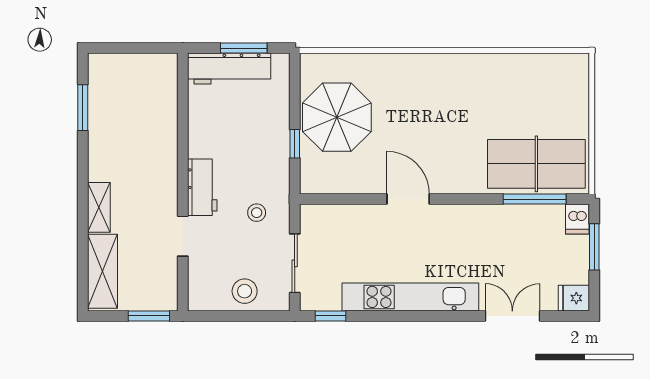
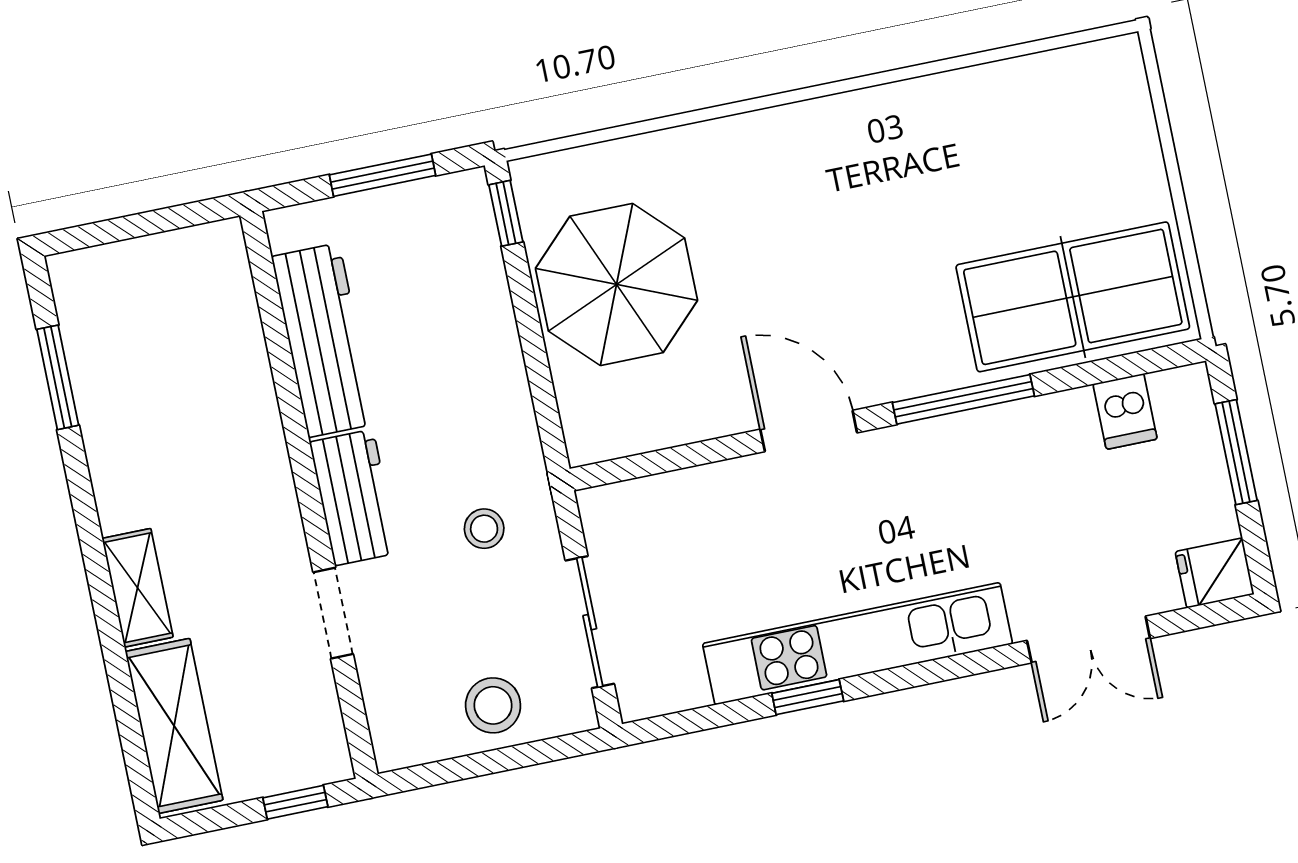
workbench: (229, 68) -> (324, 340), moved, turned -90
window: (295, 144) -> (506, 213), moved
window: (535, 199) -> (963, 399), moved
dishwasher: (577, 219) -> (1125, 411), moved
window: (149, 316) -> (295, 802), width x0.67
window: (330, 316) -> (808, 697), moved
double door: (512, 316) -> (1089, 639), swing flipped

